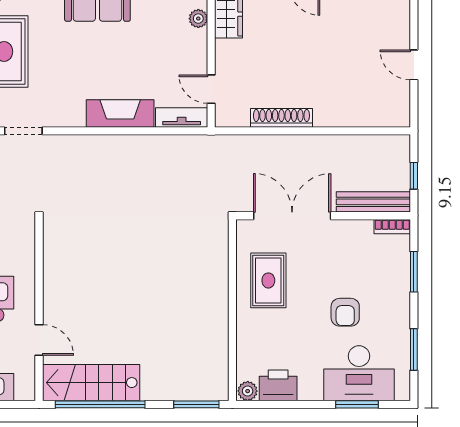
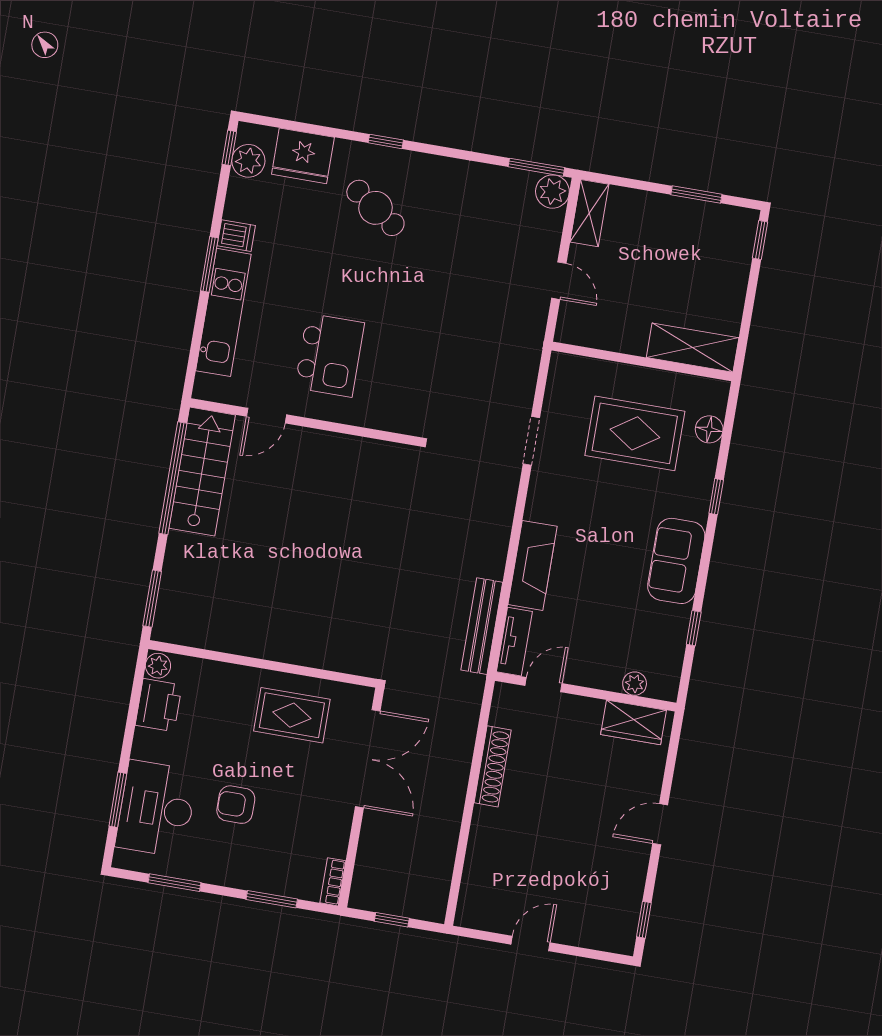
bench: (373, 202) -> (482, 626), moved

